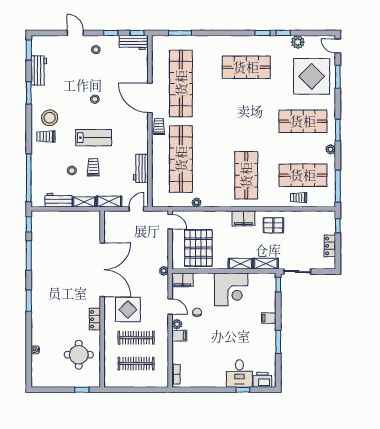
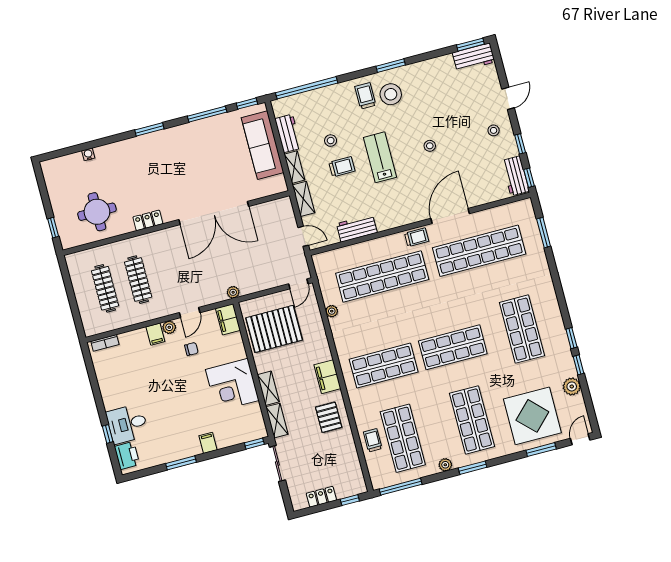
workbench: (39, 70) -> (474, 57), moved
window: (29, 93) -> (391, 66), moved
shop shelf: (246, 121) -> (453, 347), added
lab bench: (94, 138) -> (380, 157), turned 180
sofa: (62, 221) -> (263, 145), added
display table: (128, 310) -> (171, 259), removed

